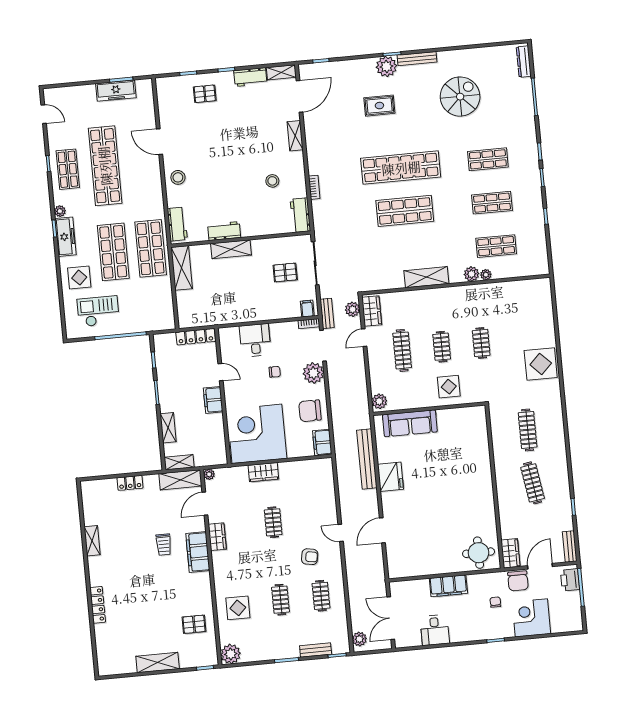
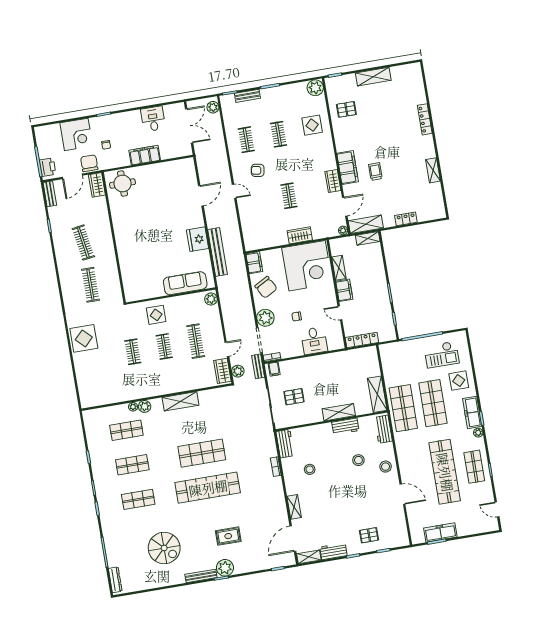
spiral stairs: (460, 97) -> (164, 548), turned -90
stool: (211, 188) -> (358, 460), added
chair: (310, 411) -> (266, 287), turned 61
shelving: (168, 428) -> (339, 268), moved

